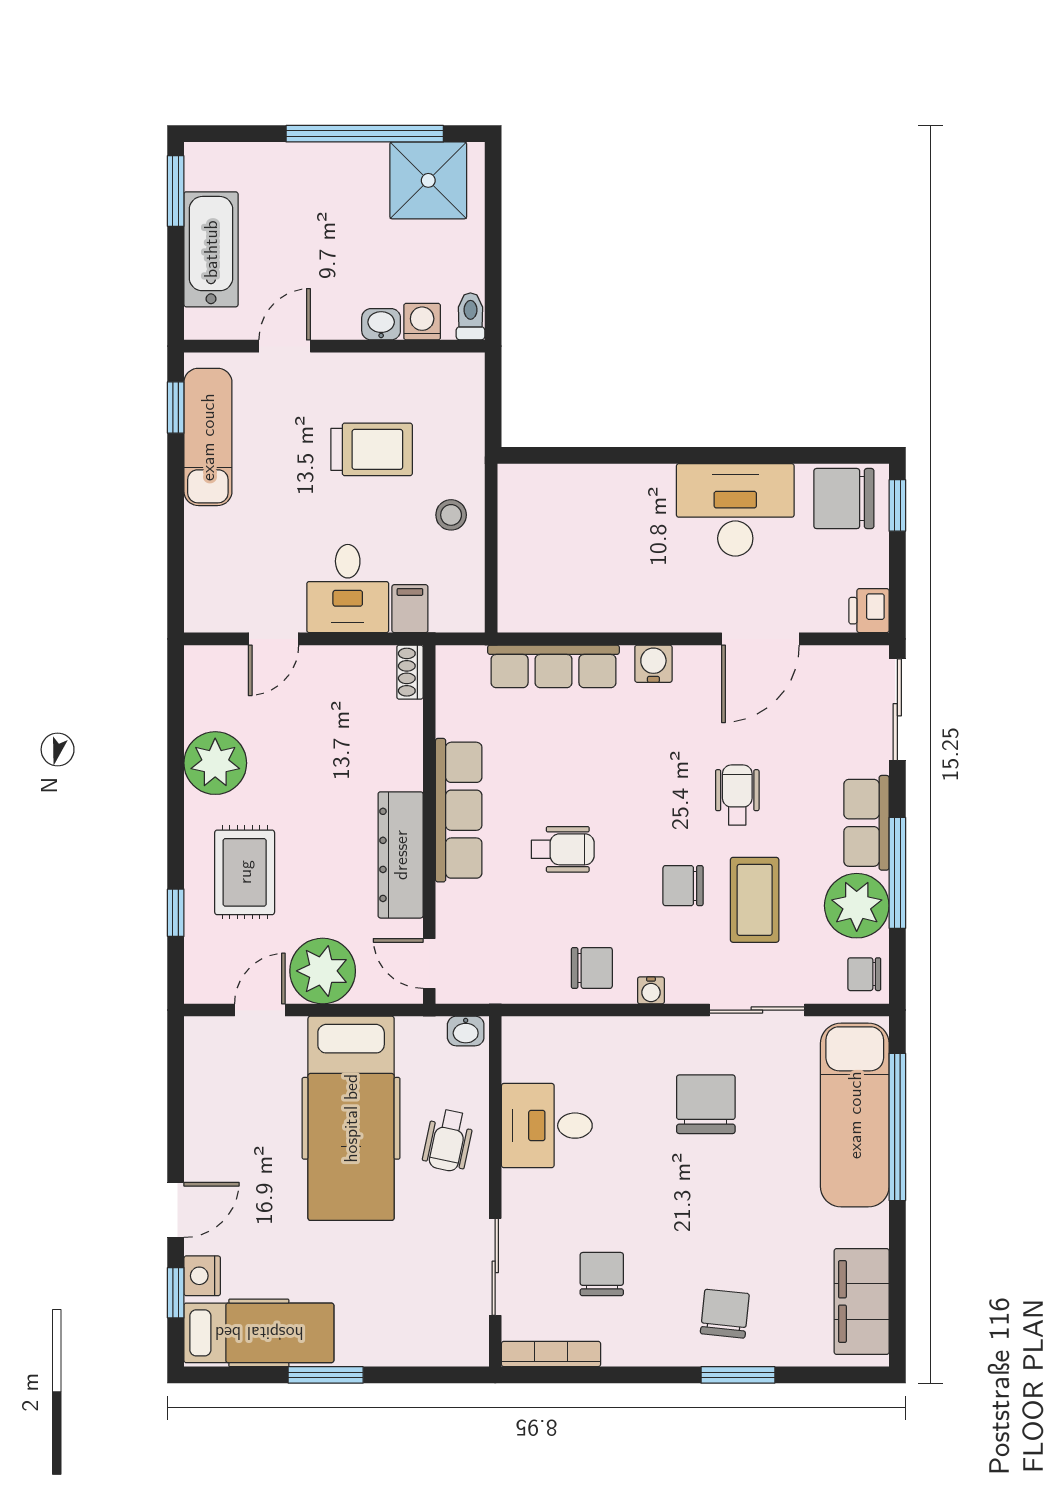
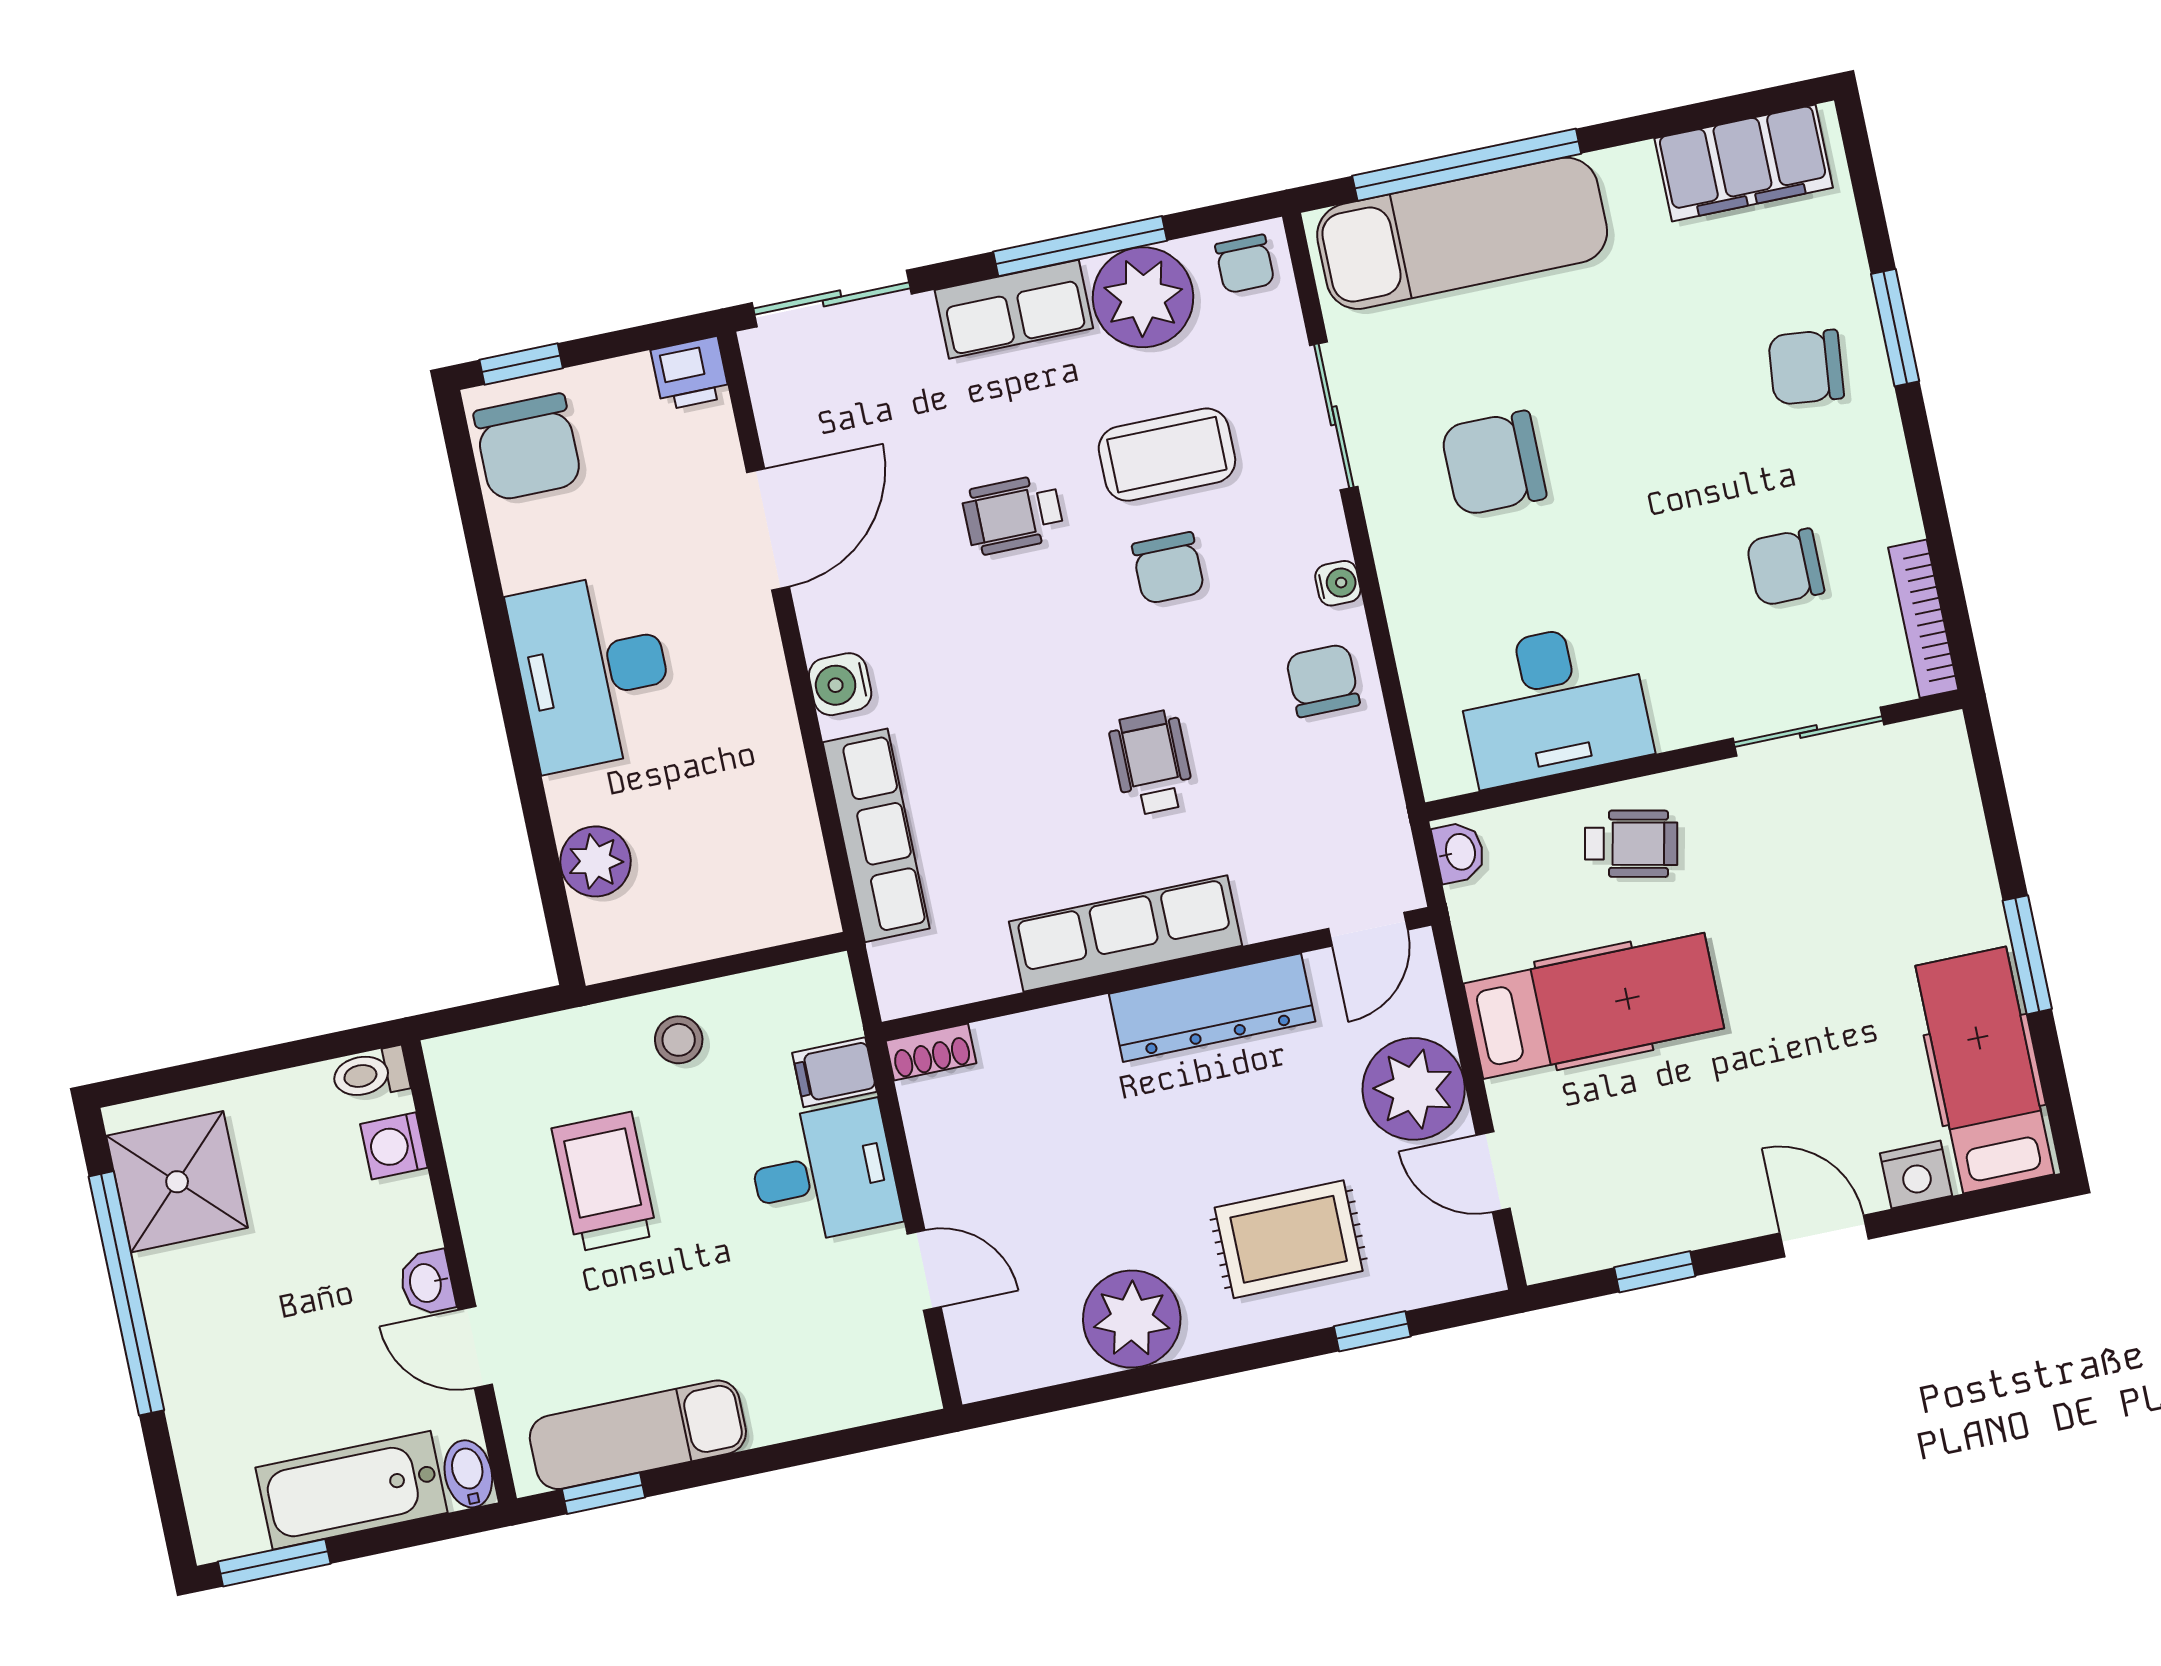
washbasin: (381, 324) -> (427, 1283), moved
bidet: (206, 325) -> (468, 1474), added
plant: (574, 486) -> (595, 861), added
desk: (735, 510) -> (593, 672), moved
door: (760, 639) -> (768, 529), hinge flipped
hospital bed: (351, 1118) -> (1594, 1006), width x0.73, depth x0.78
desk: (547, 1126) -> (1553, 703), width x1.37
window: (176, 1293) -> (1655, 1272), moved

